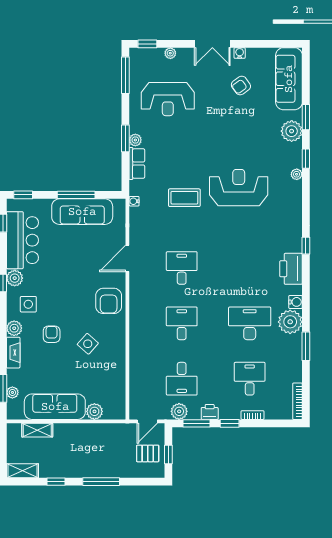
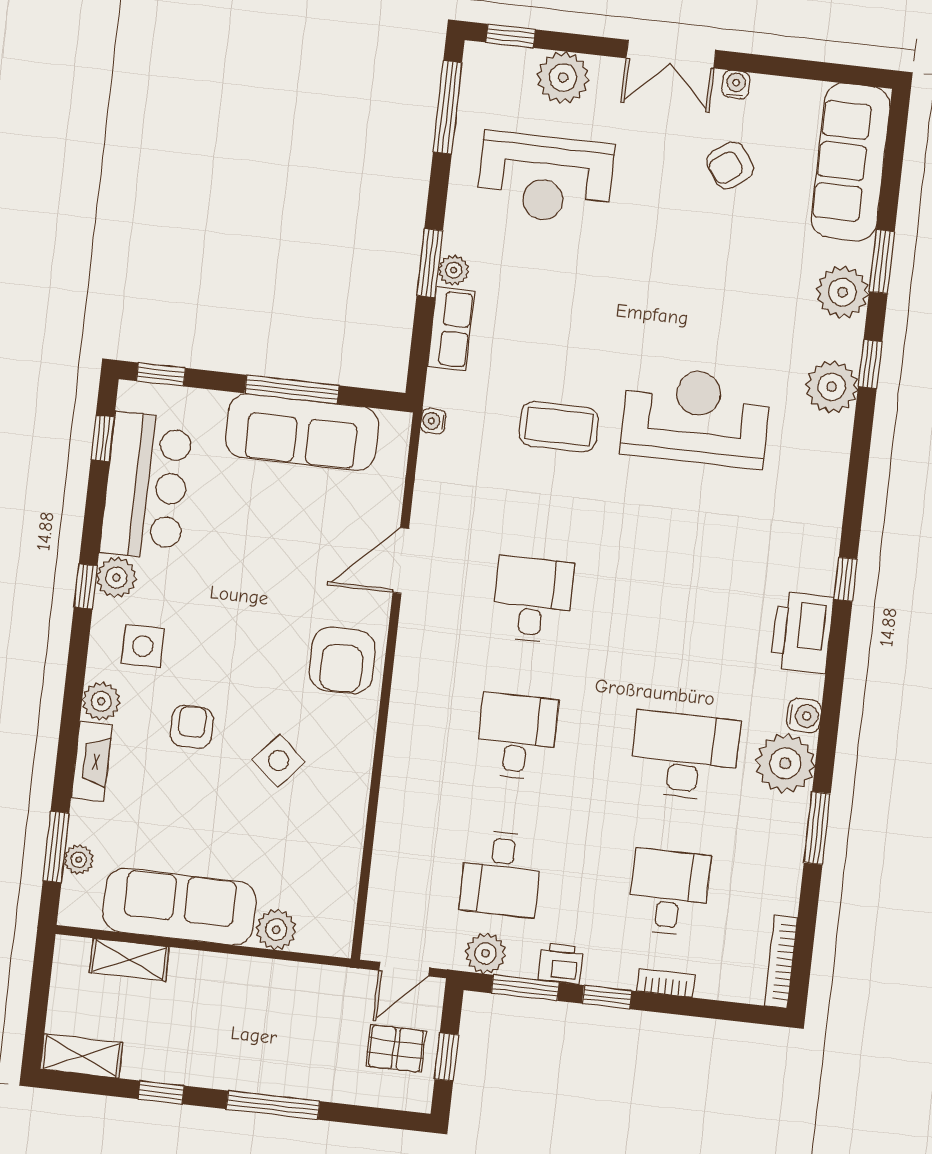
plant: (170, 53) -> (563, 78), width x1.88, depth x1.88
plant: (297, 174) -> (832, 387), width x1.88, depth x1.88

